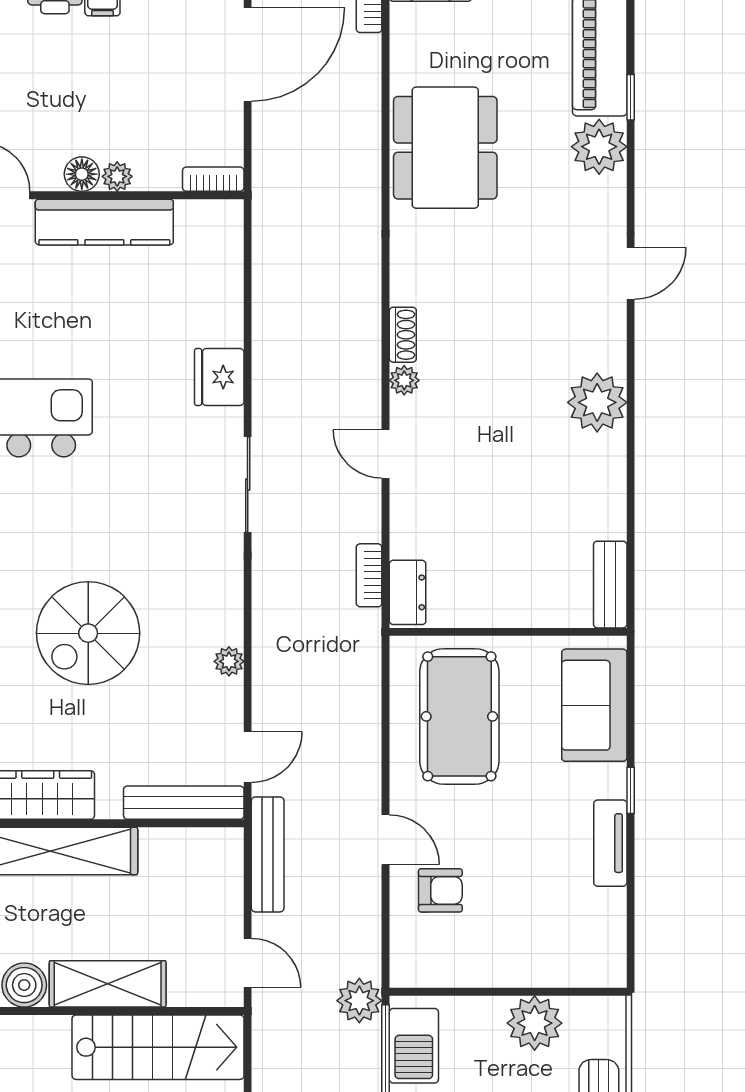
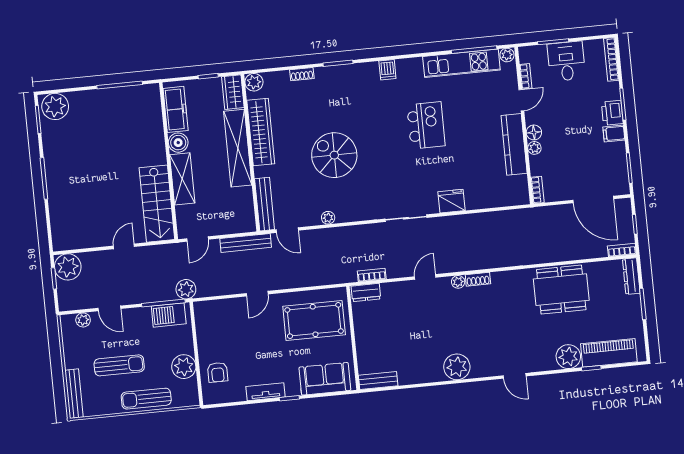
armchair: (440, 890) -> (218, 372), moved

